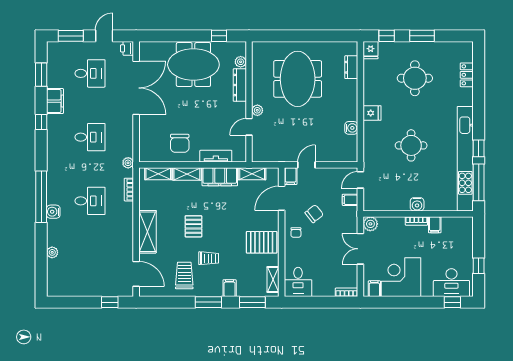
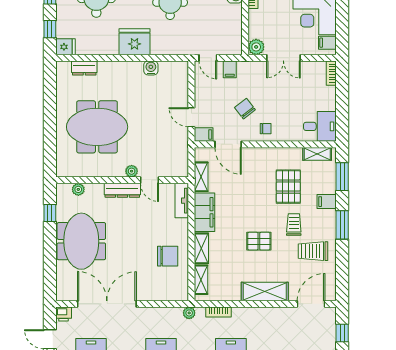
dresser: (240, 85) -> (122, 190), moved
fridge: (372, 113) -> (134, 42), width x1.88, depth x1.34
tv unit: (216, 156) -> (182, 201), moved
pallet: (262, 242) -> (288, 187), moved

